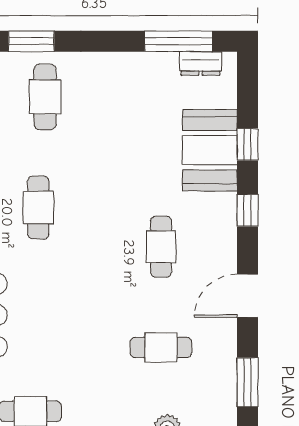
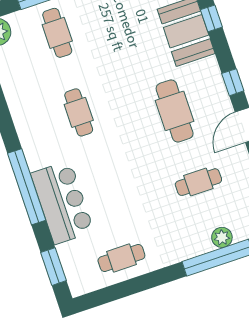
window: (248, 210) -> (233, 82), moved
cafe table: (161, 247) -> (175, 111), width x1.37, depth x1.35

